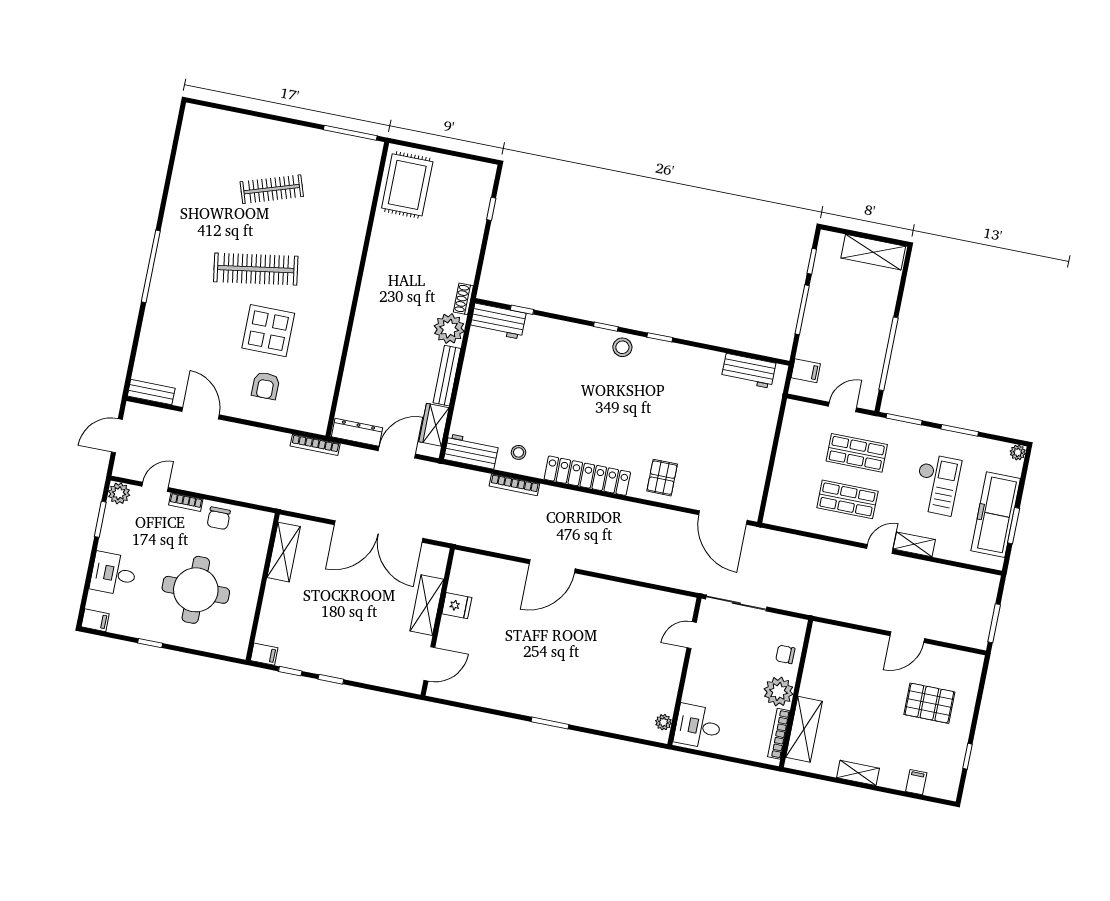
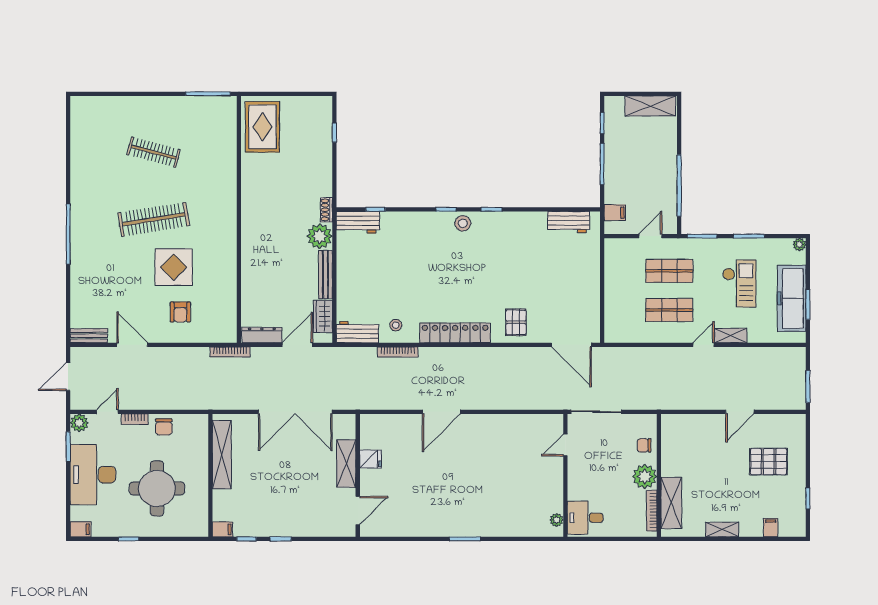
clothes rail: (272, 189) -> (154, 152), turned 33
shelving: (284, 552) -> (222, 455), width x1.47
desk: (113, 574) -> (93, 475), width x1.87, depth x1.30

